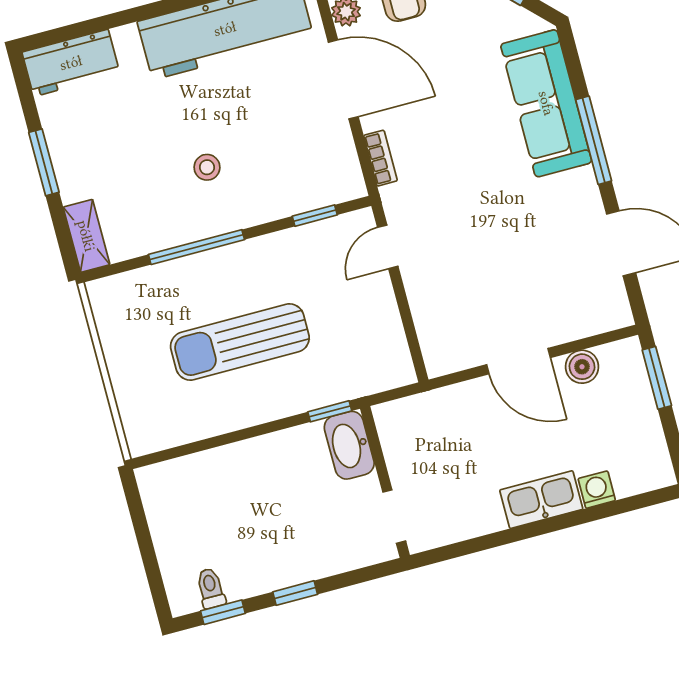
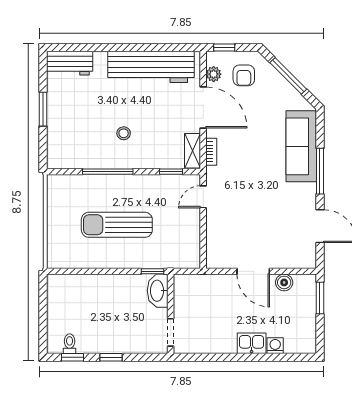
shelving: (86, 236) -> (193, 151), moved
kitchen sink: (541, 500) -> (252, 343), width x0.73

